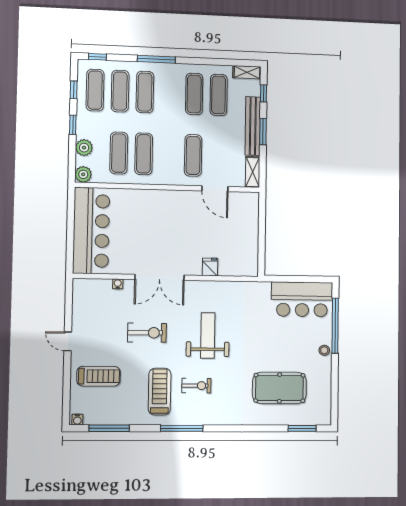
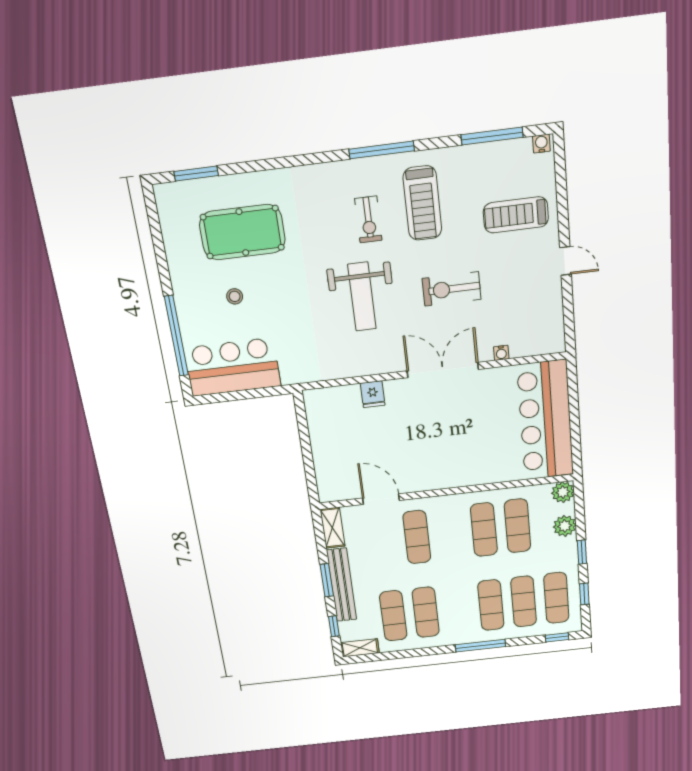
stool: (324, 350) -> (235, 296), moved
exercise bike: (196, 386) -> (368, 219), turned -90

